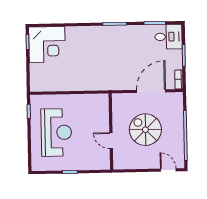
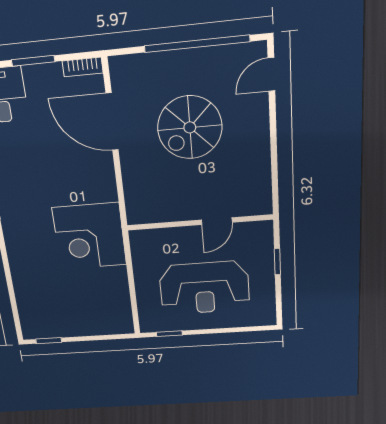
corner desk: (47, 45) -> (89, 236), moved, turned 180
wall: (111, 131) -> (199, 222), moved
reception desk: (56, 132) -> (204, 288), turned 180
door: (111, 141) -> (217, 221), moved

